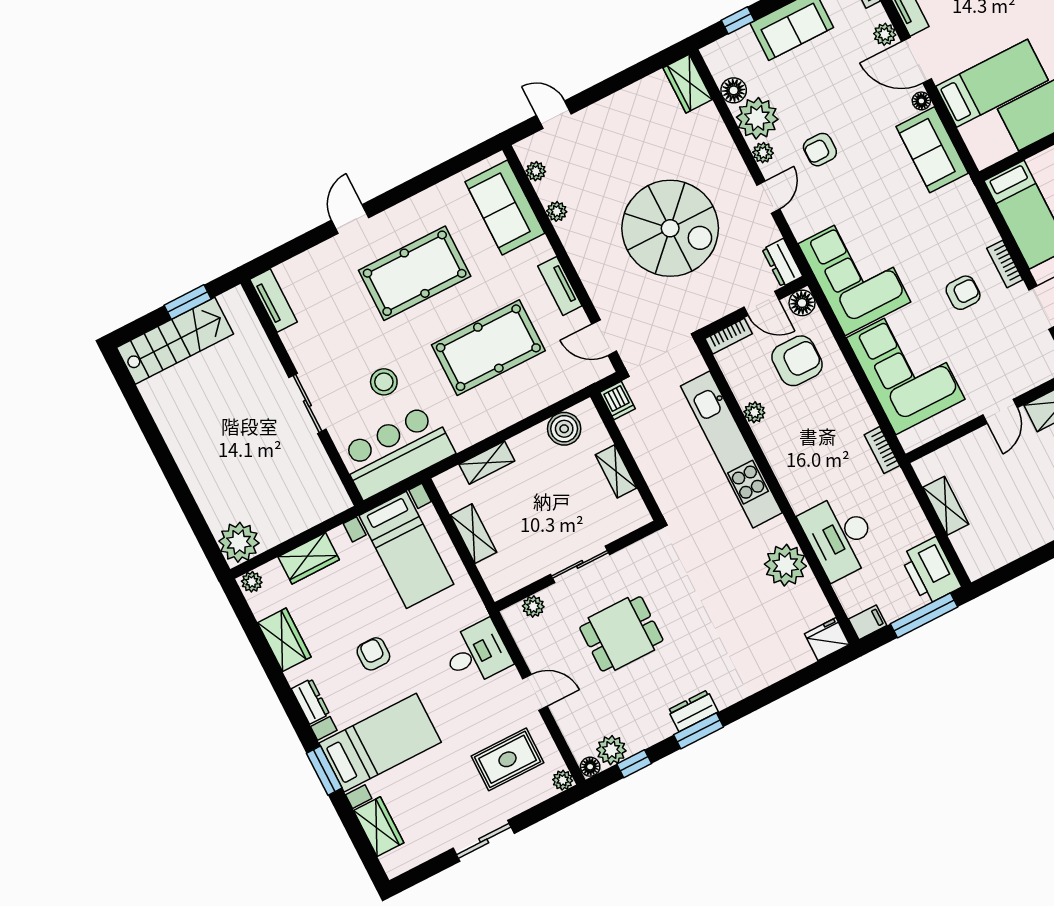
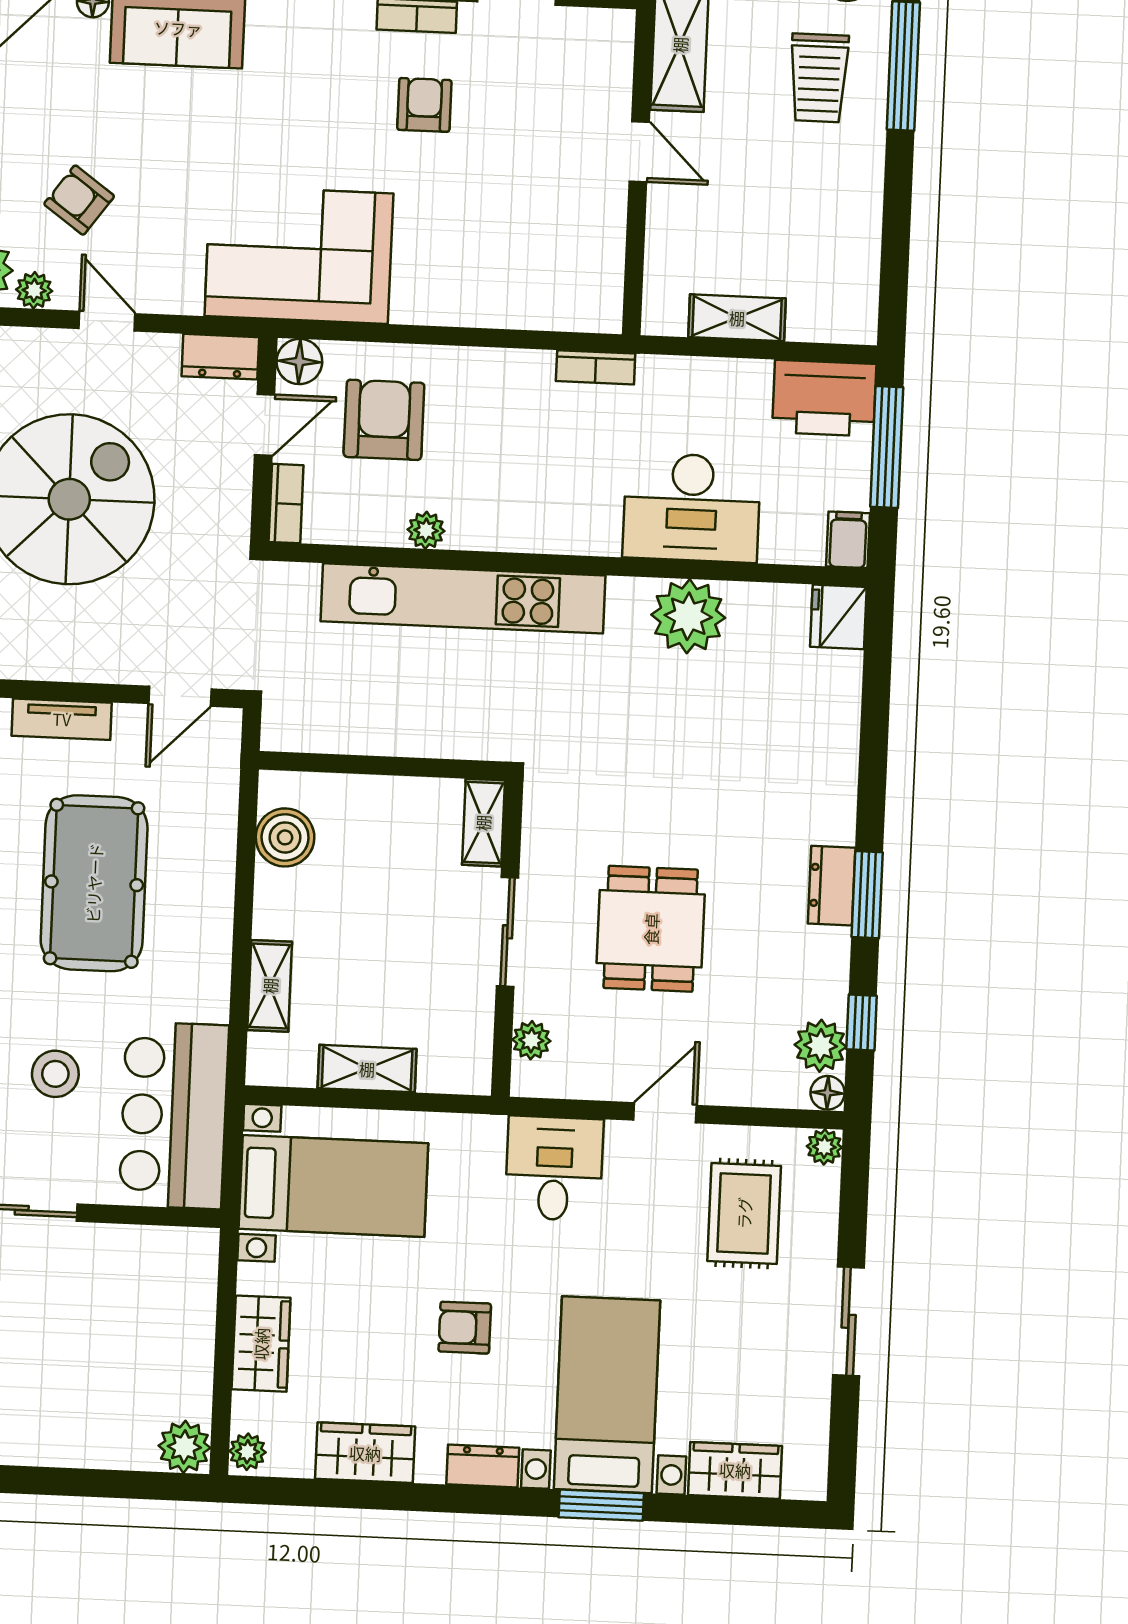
armchair: (820, 150) -> (79, 200), turned 126
corner sofa: (906, 369) -> (491, 260), removed
dishwasher: (617, 400) -> (288, 731), removed
shelving: (616, 471) -> (483, 823), moved, turned 90
plant: (239, 542) -> (184, 1447), width x0.73, depth x0.73

